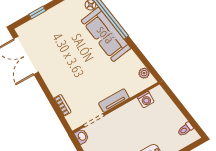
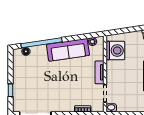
sofa: (106, 34) -> (68, 50), moved
washing machine: (146, 100) -> (115, 50), width x1.89, depth x1.89

